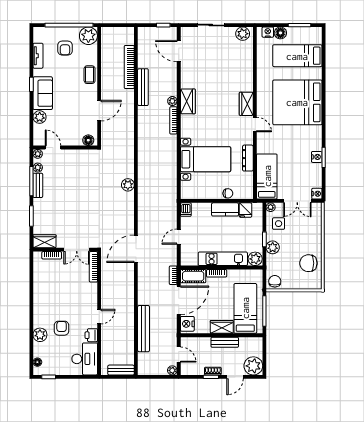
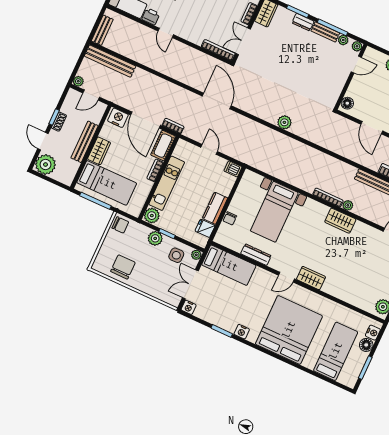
nightstand: (317, 157) -> (242, 332), moved
dresser: (38, 208) -> (303, 22), added
bench: (144, 329) -> (110, 61), moved
bench: (225, 342) -> (85, 142), width x1.36

